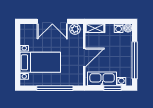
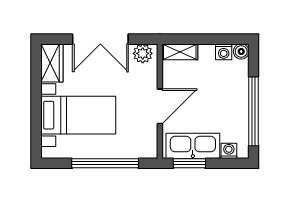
wardrobe: (26, 34) -> (52, 63), added
window: (113, 88) -> (189, 163), moved

